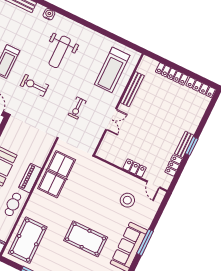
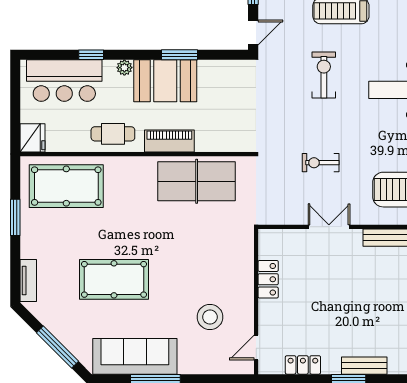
double door: (111, 119) -> (329, 227), swing flipped
bench: (184, 144) -> (364, 366), moved
locker: (135, 168) -> (268, 279), moved
pool table: (86, 239) -> (114, 279), turned 90

